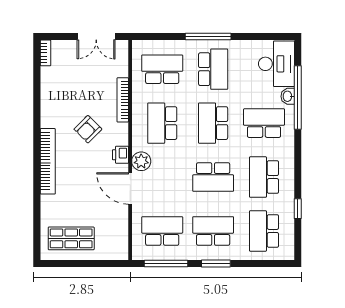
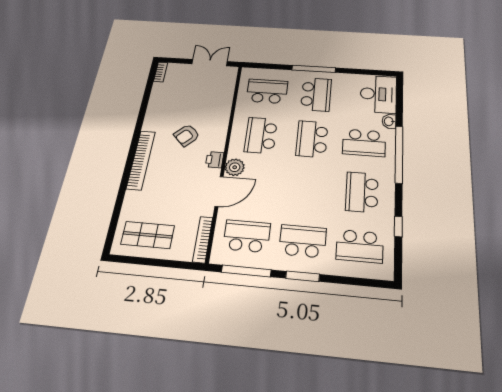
double door: (96, 37) -> (210, 63), swing flipped
window: (298, 97) -> (399, 154), moved
bookcase: (123, 100) -> (203, 240), moved
school desk: (264, 123) -> (364, 143), turned 180
school desk: (213, 177) -> (308, 188), removed
door: (130, 188) -> (219, 191), swing flipped
school desk: (264, 231) -> (360, 246), turned -90

